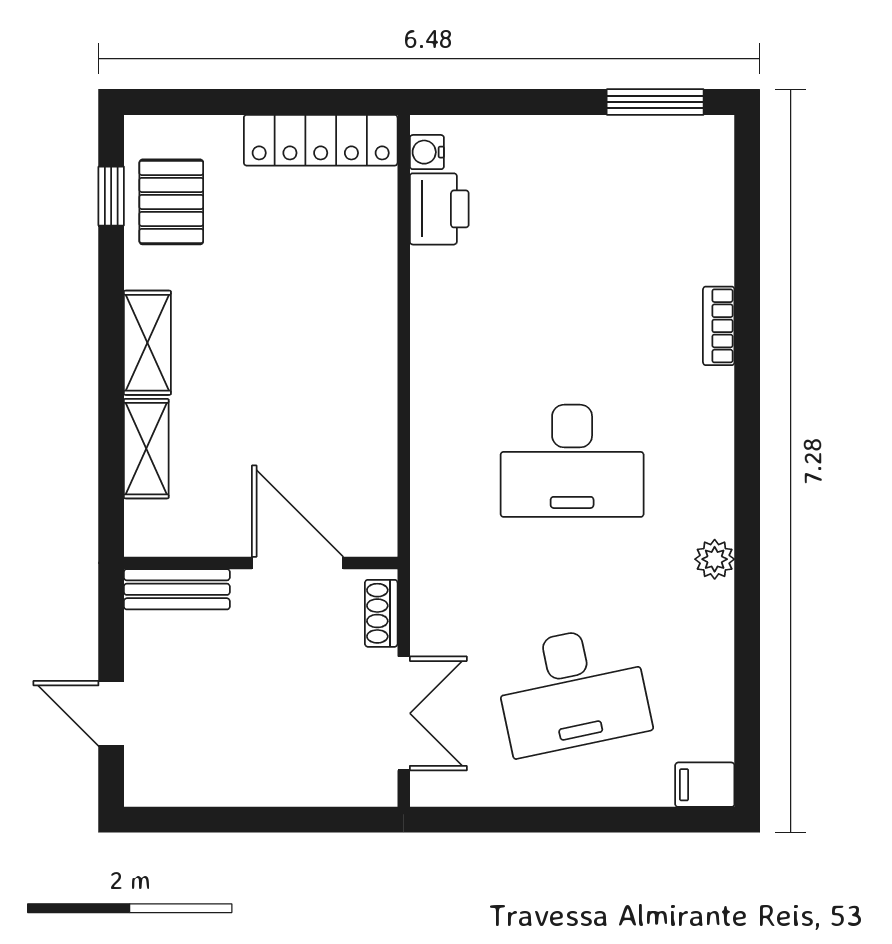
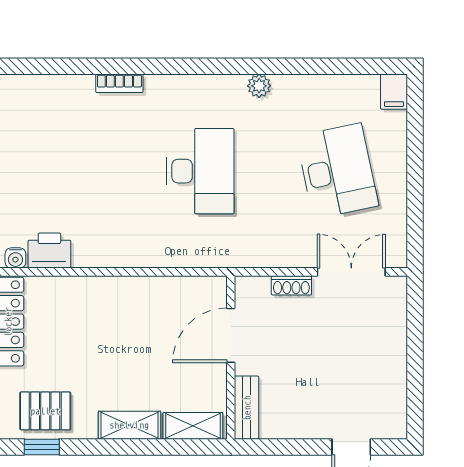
wall: (261, 563) -> (231, 357), moved
door: (298, 563) -> (231, 335), moved
bench: (177, 589) -> (247, 408), moved

